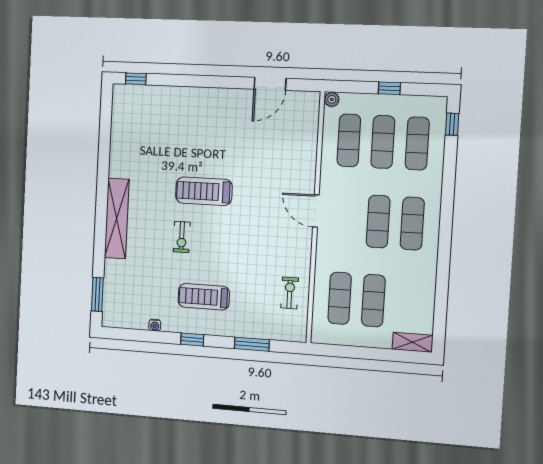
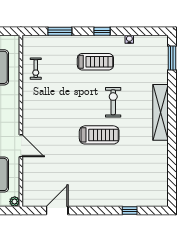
window: (136, 79) -> (130, 210), moved
door: (316, 211) -> (21, 146), moved
exercise bike: (182, 237) -> (113, 102), width x1.38, depth x1.39

